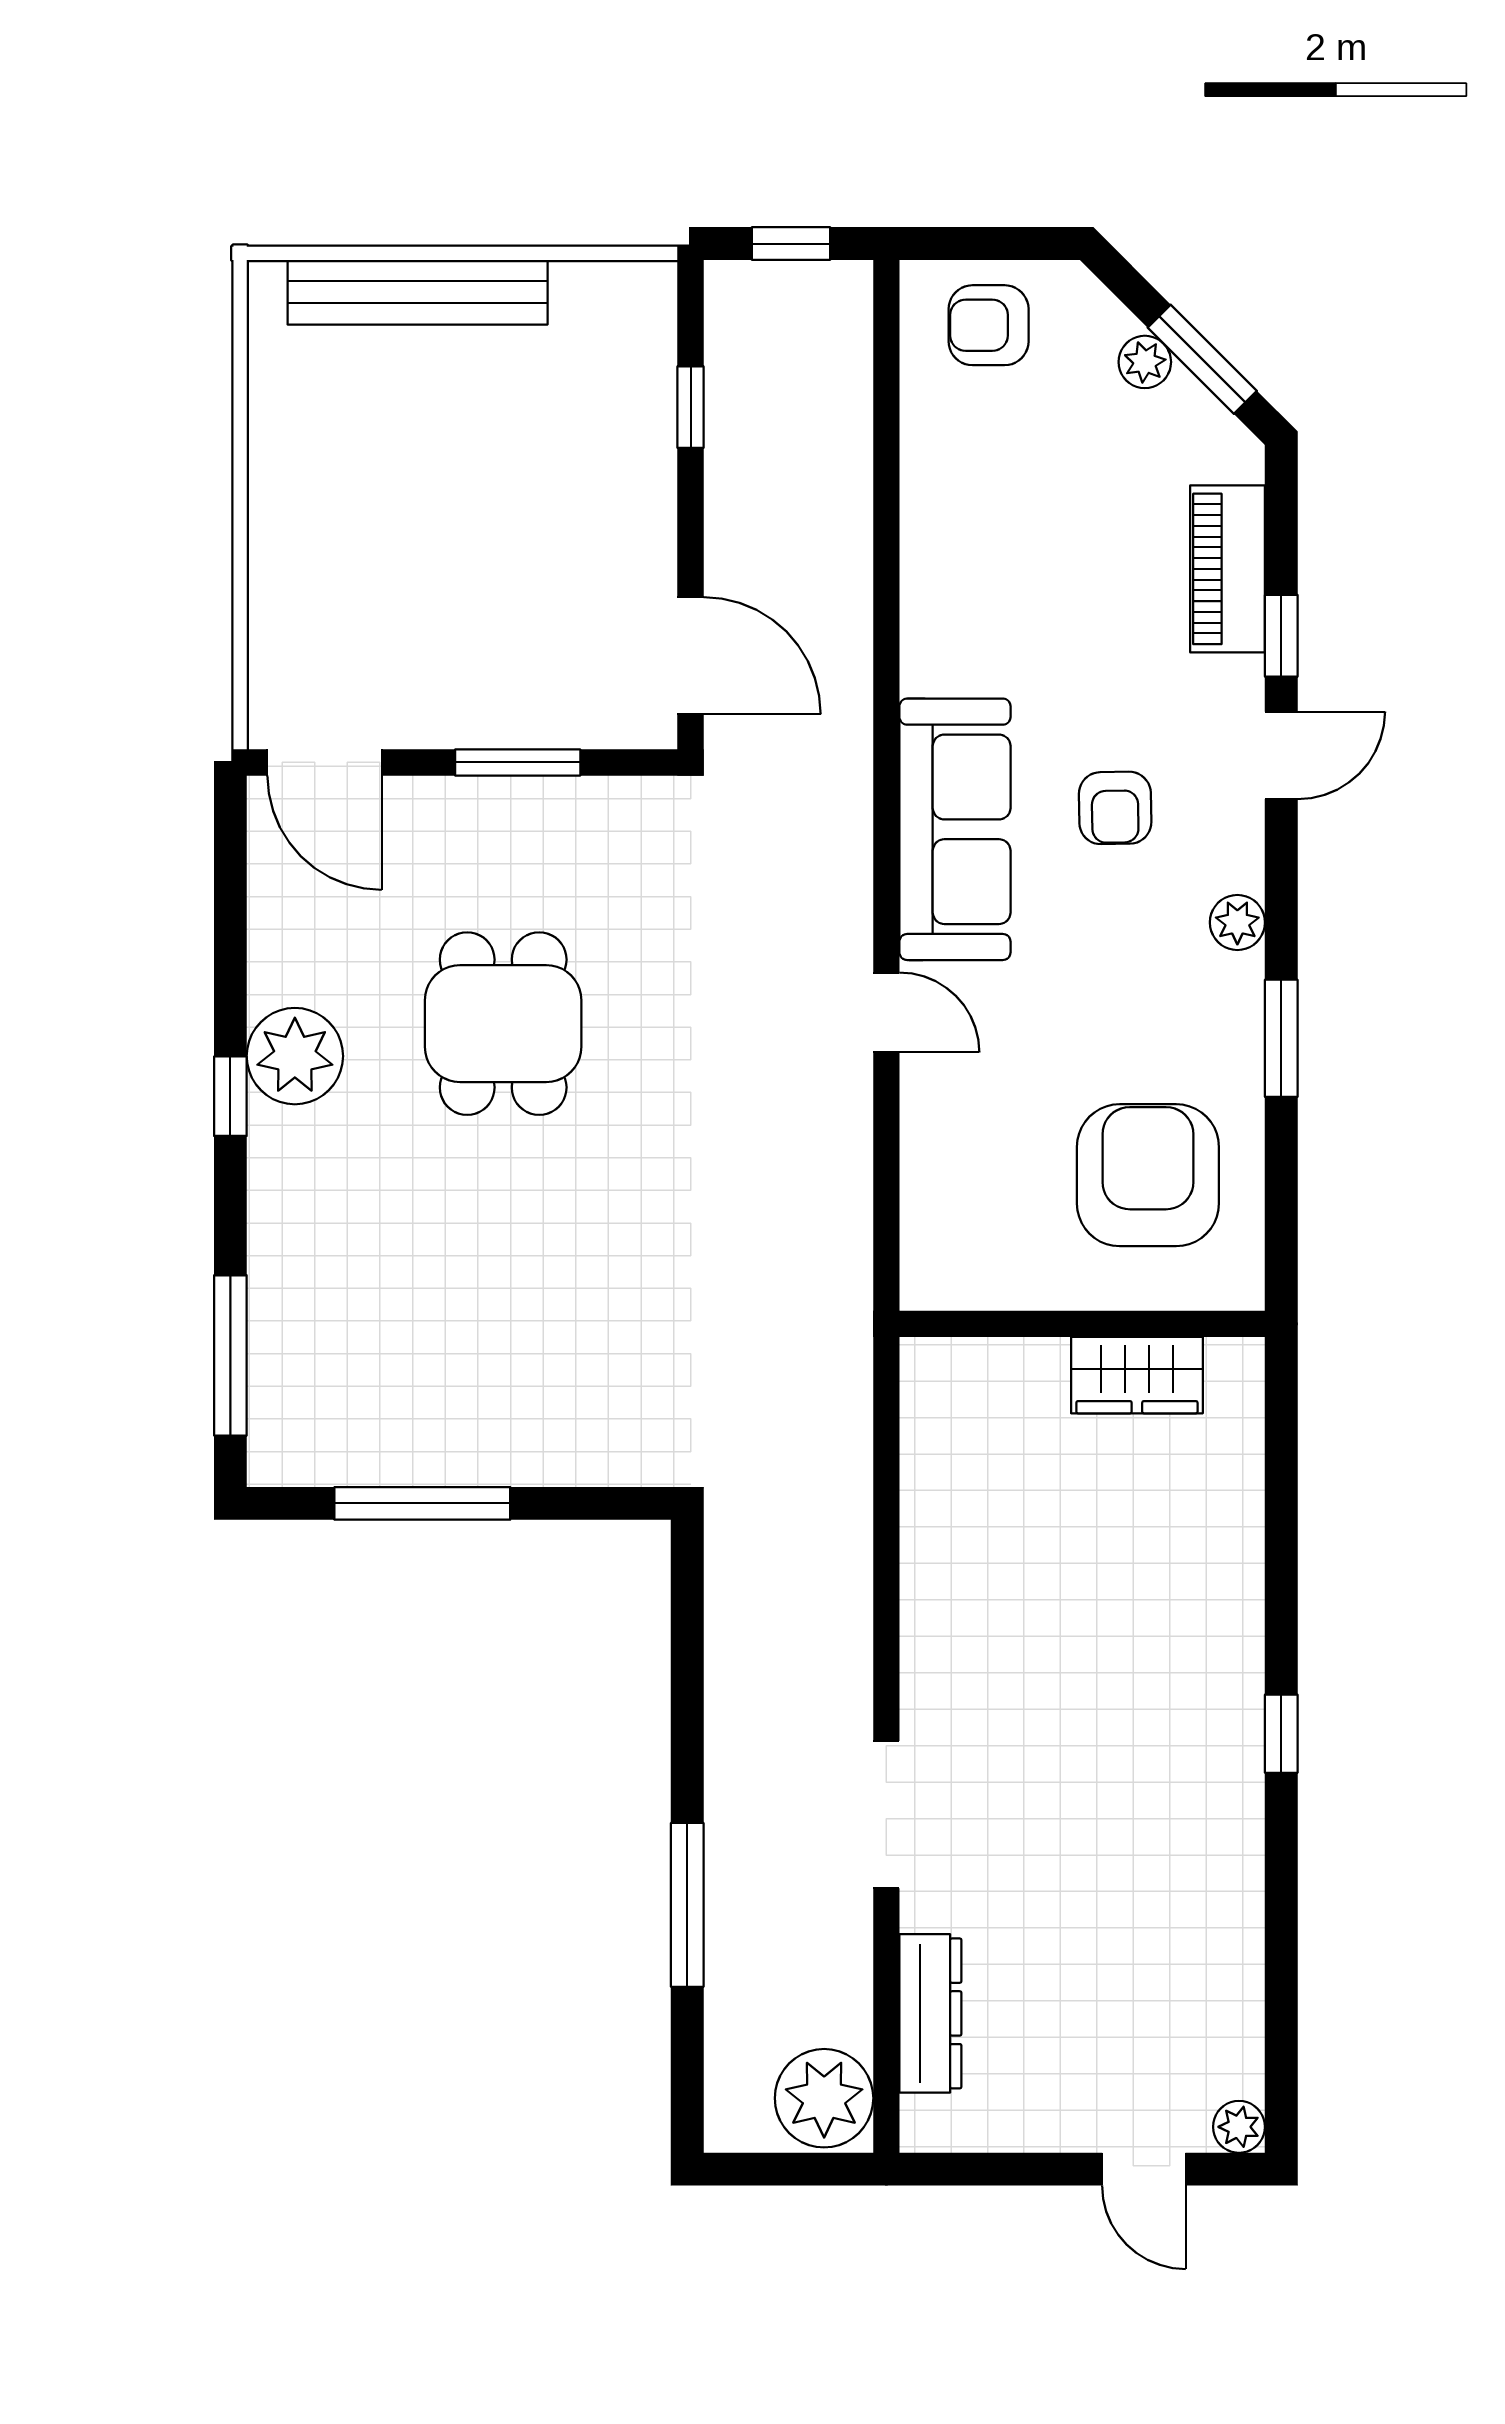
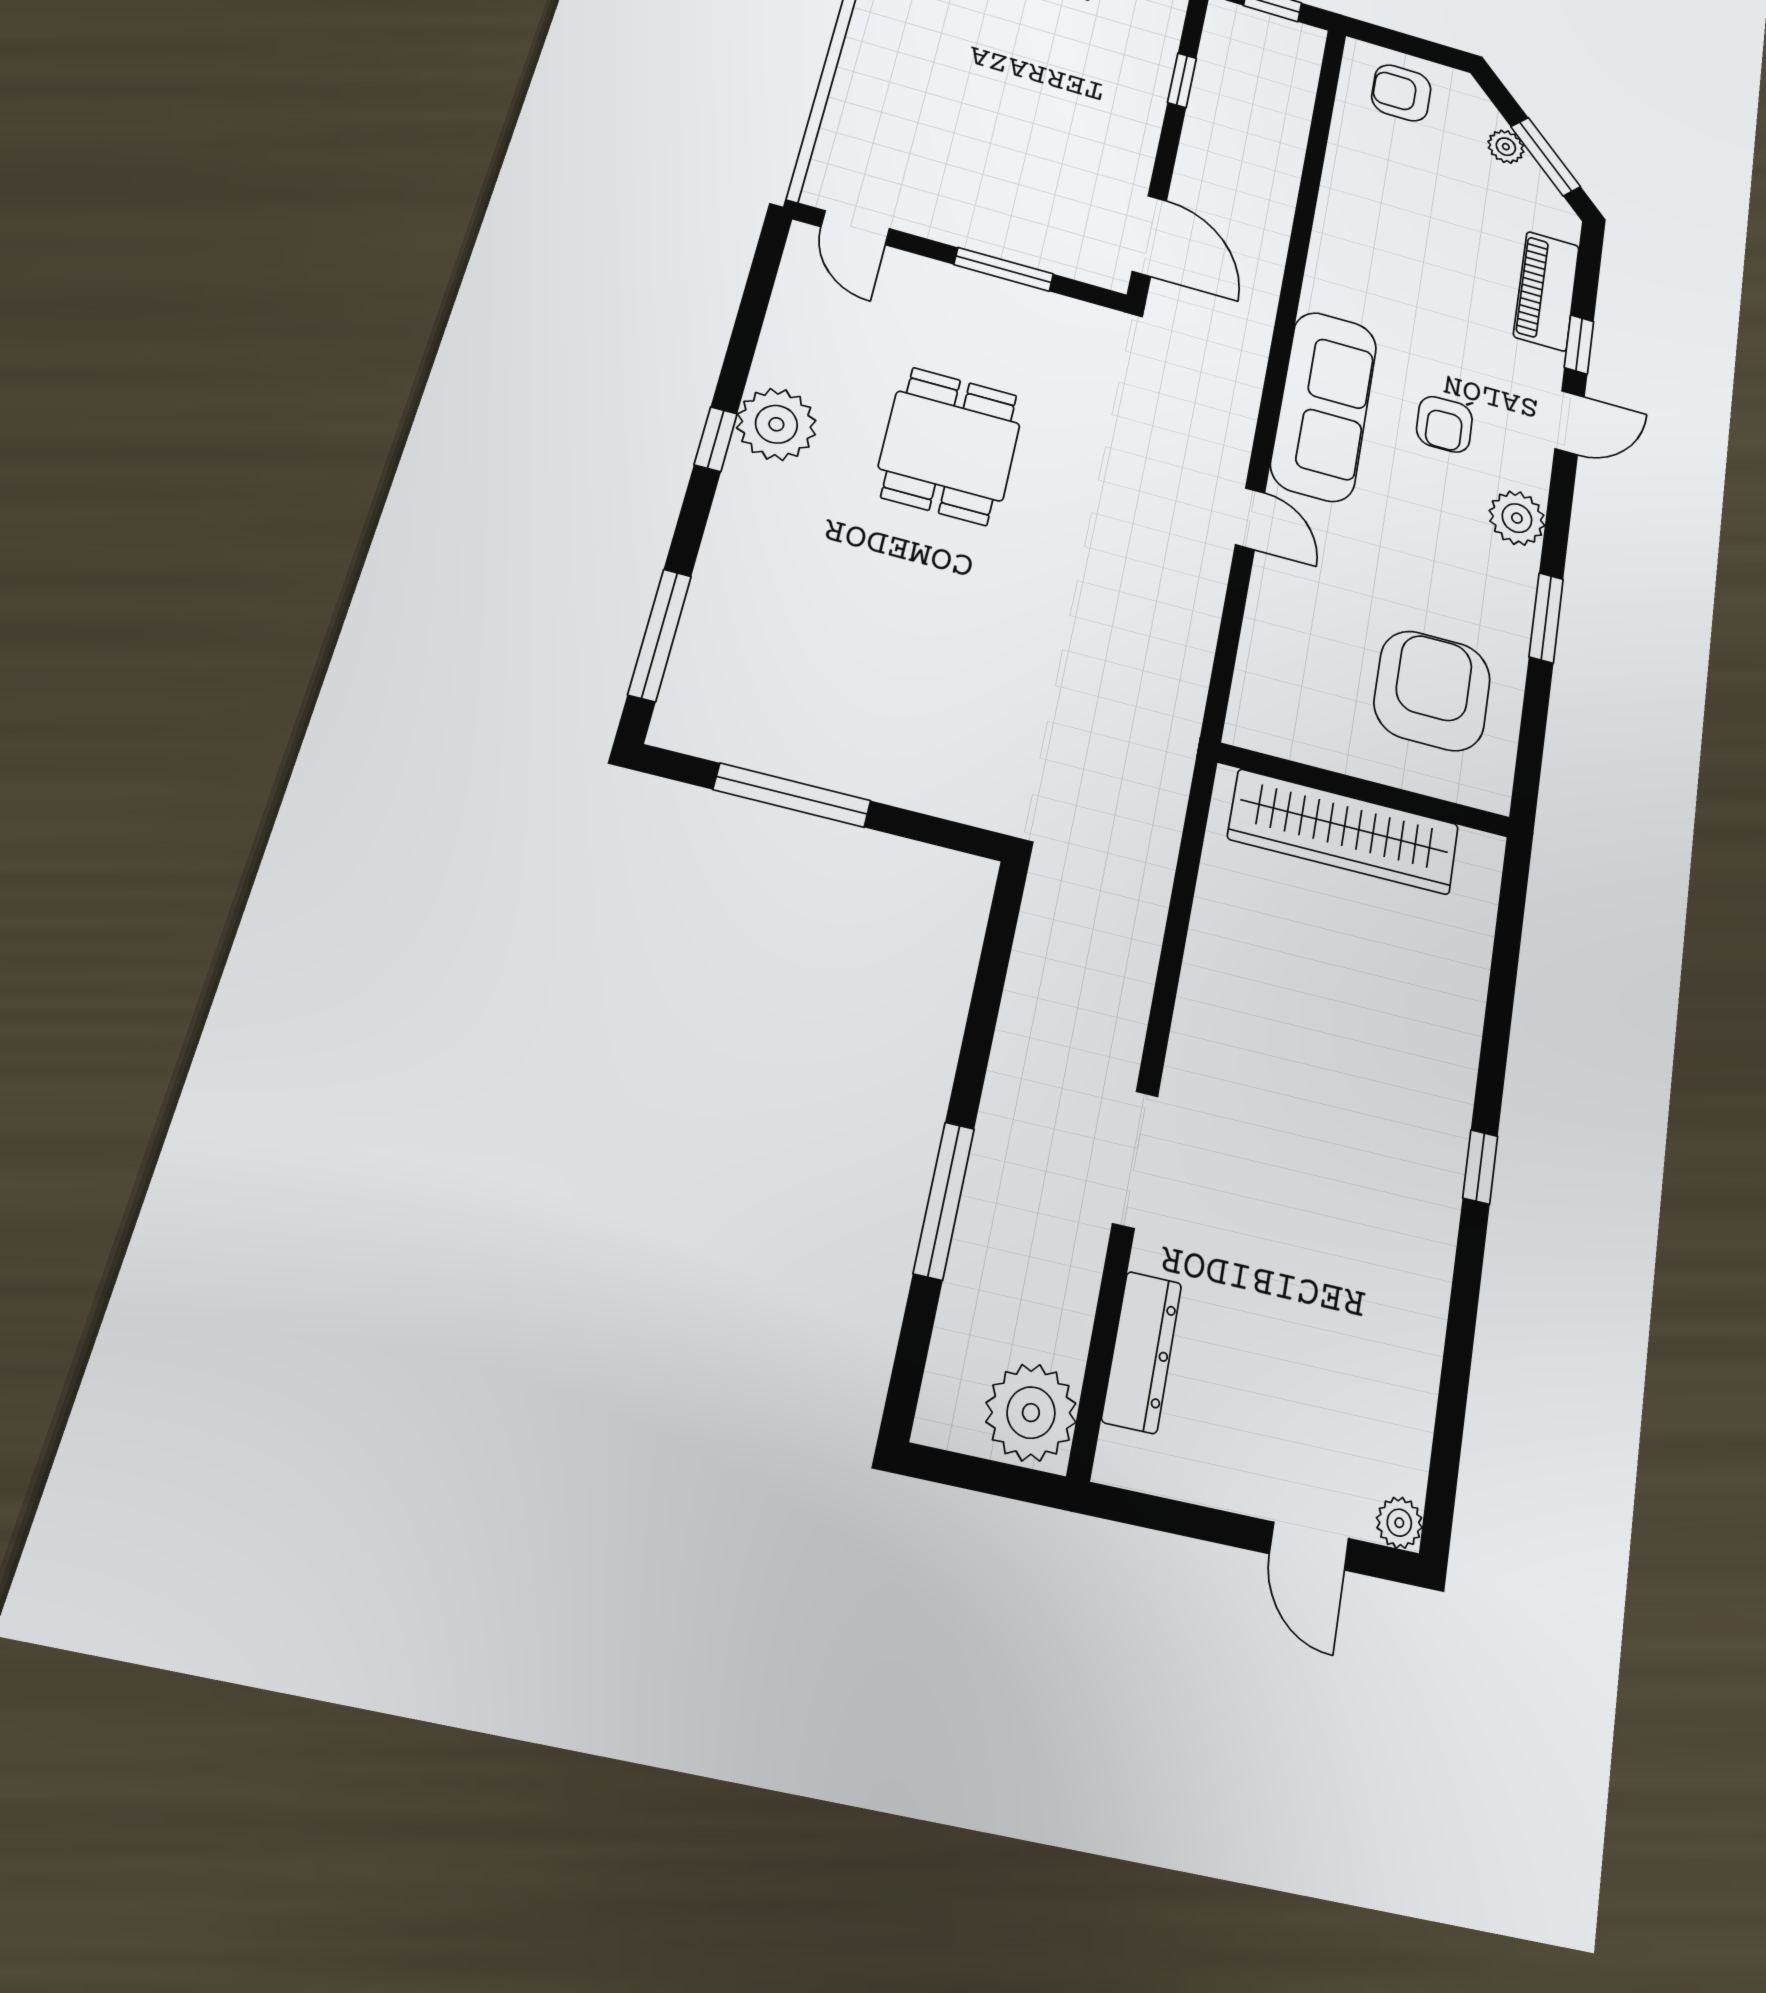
door: (325, 762) -> (855, 228), width x0.73
plant: (1237, 922) -> (1517, 518), width x1.38, depth x1.38
wardrobe: (1137, 1375) -> (1344, 832), width x2.10, depth x1.17

